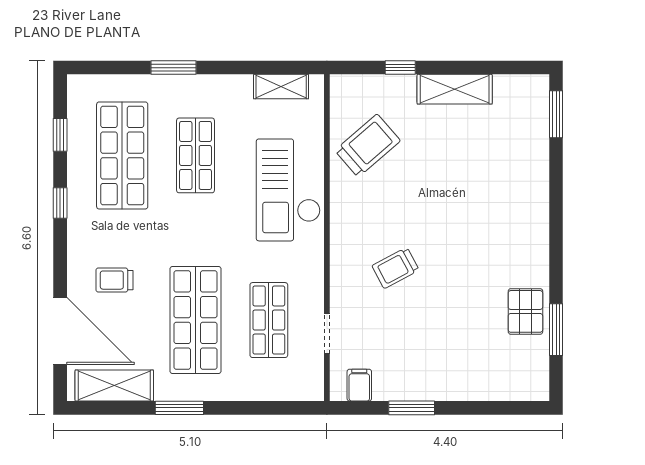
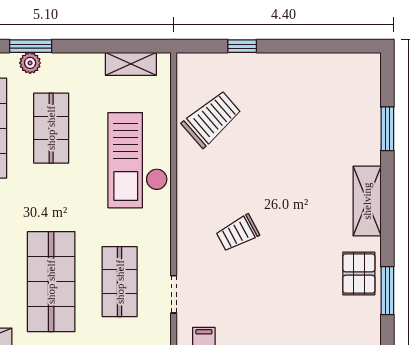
plant: (173, 86) -> (30, 63), added
shelving: (455, 89) -> (367, 201), moved, turned 90
window: (556, 114) -> (387, 129), moved

